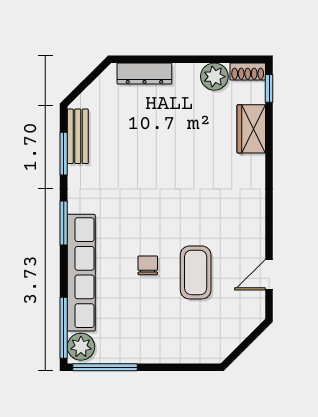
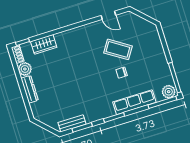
dresser: (144, 74) -> (30, 89), moved
coffee table: (196, 272) -> (118, 49), turned 33
row of seats: (81, 273) -> (134, 102), width x0.73

